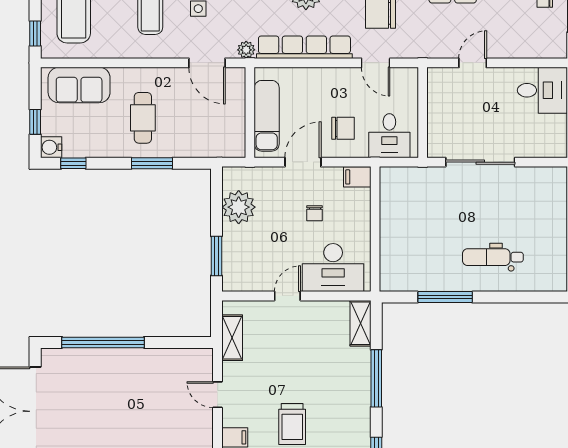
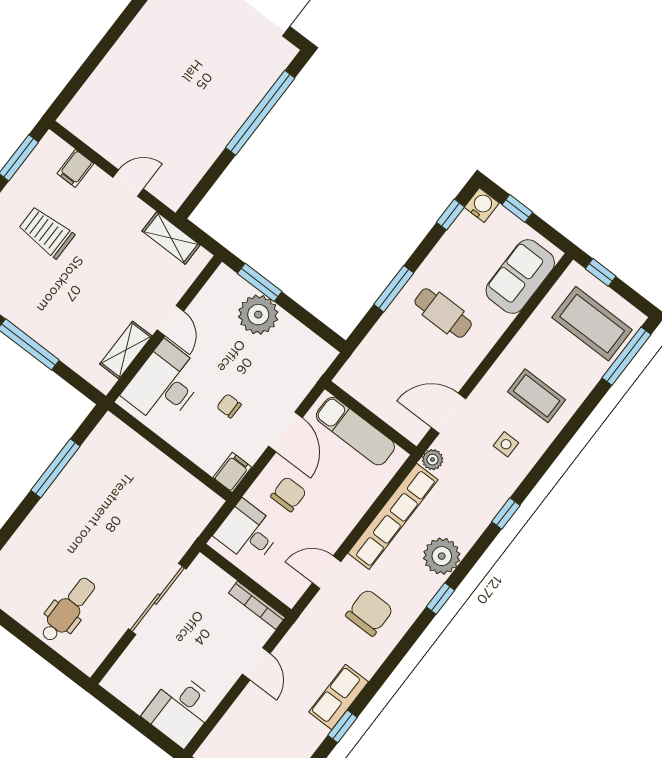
bookcase: (433, 92) -> (257, 605), added
chair: (343, 128) -> (288, 494), turned 180
plant: (239, 207) -> (258, 315), moved
dental chair: (493, 257) -> (68, 610), moved
shelving: (361, 323) -> (126, 350), moved, turned 90

